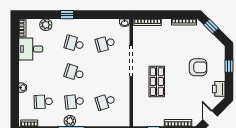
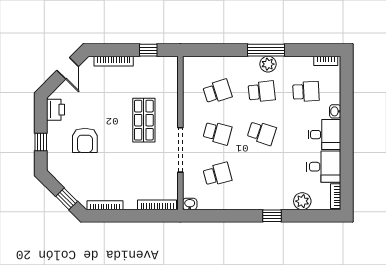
school desk: (74, 44) -> (217, 133), moved
armchair: (198, 67) -> (85, 140), turned -90
desk: (30, 71) -> (324, 135), added

